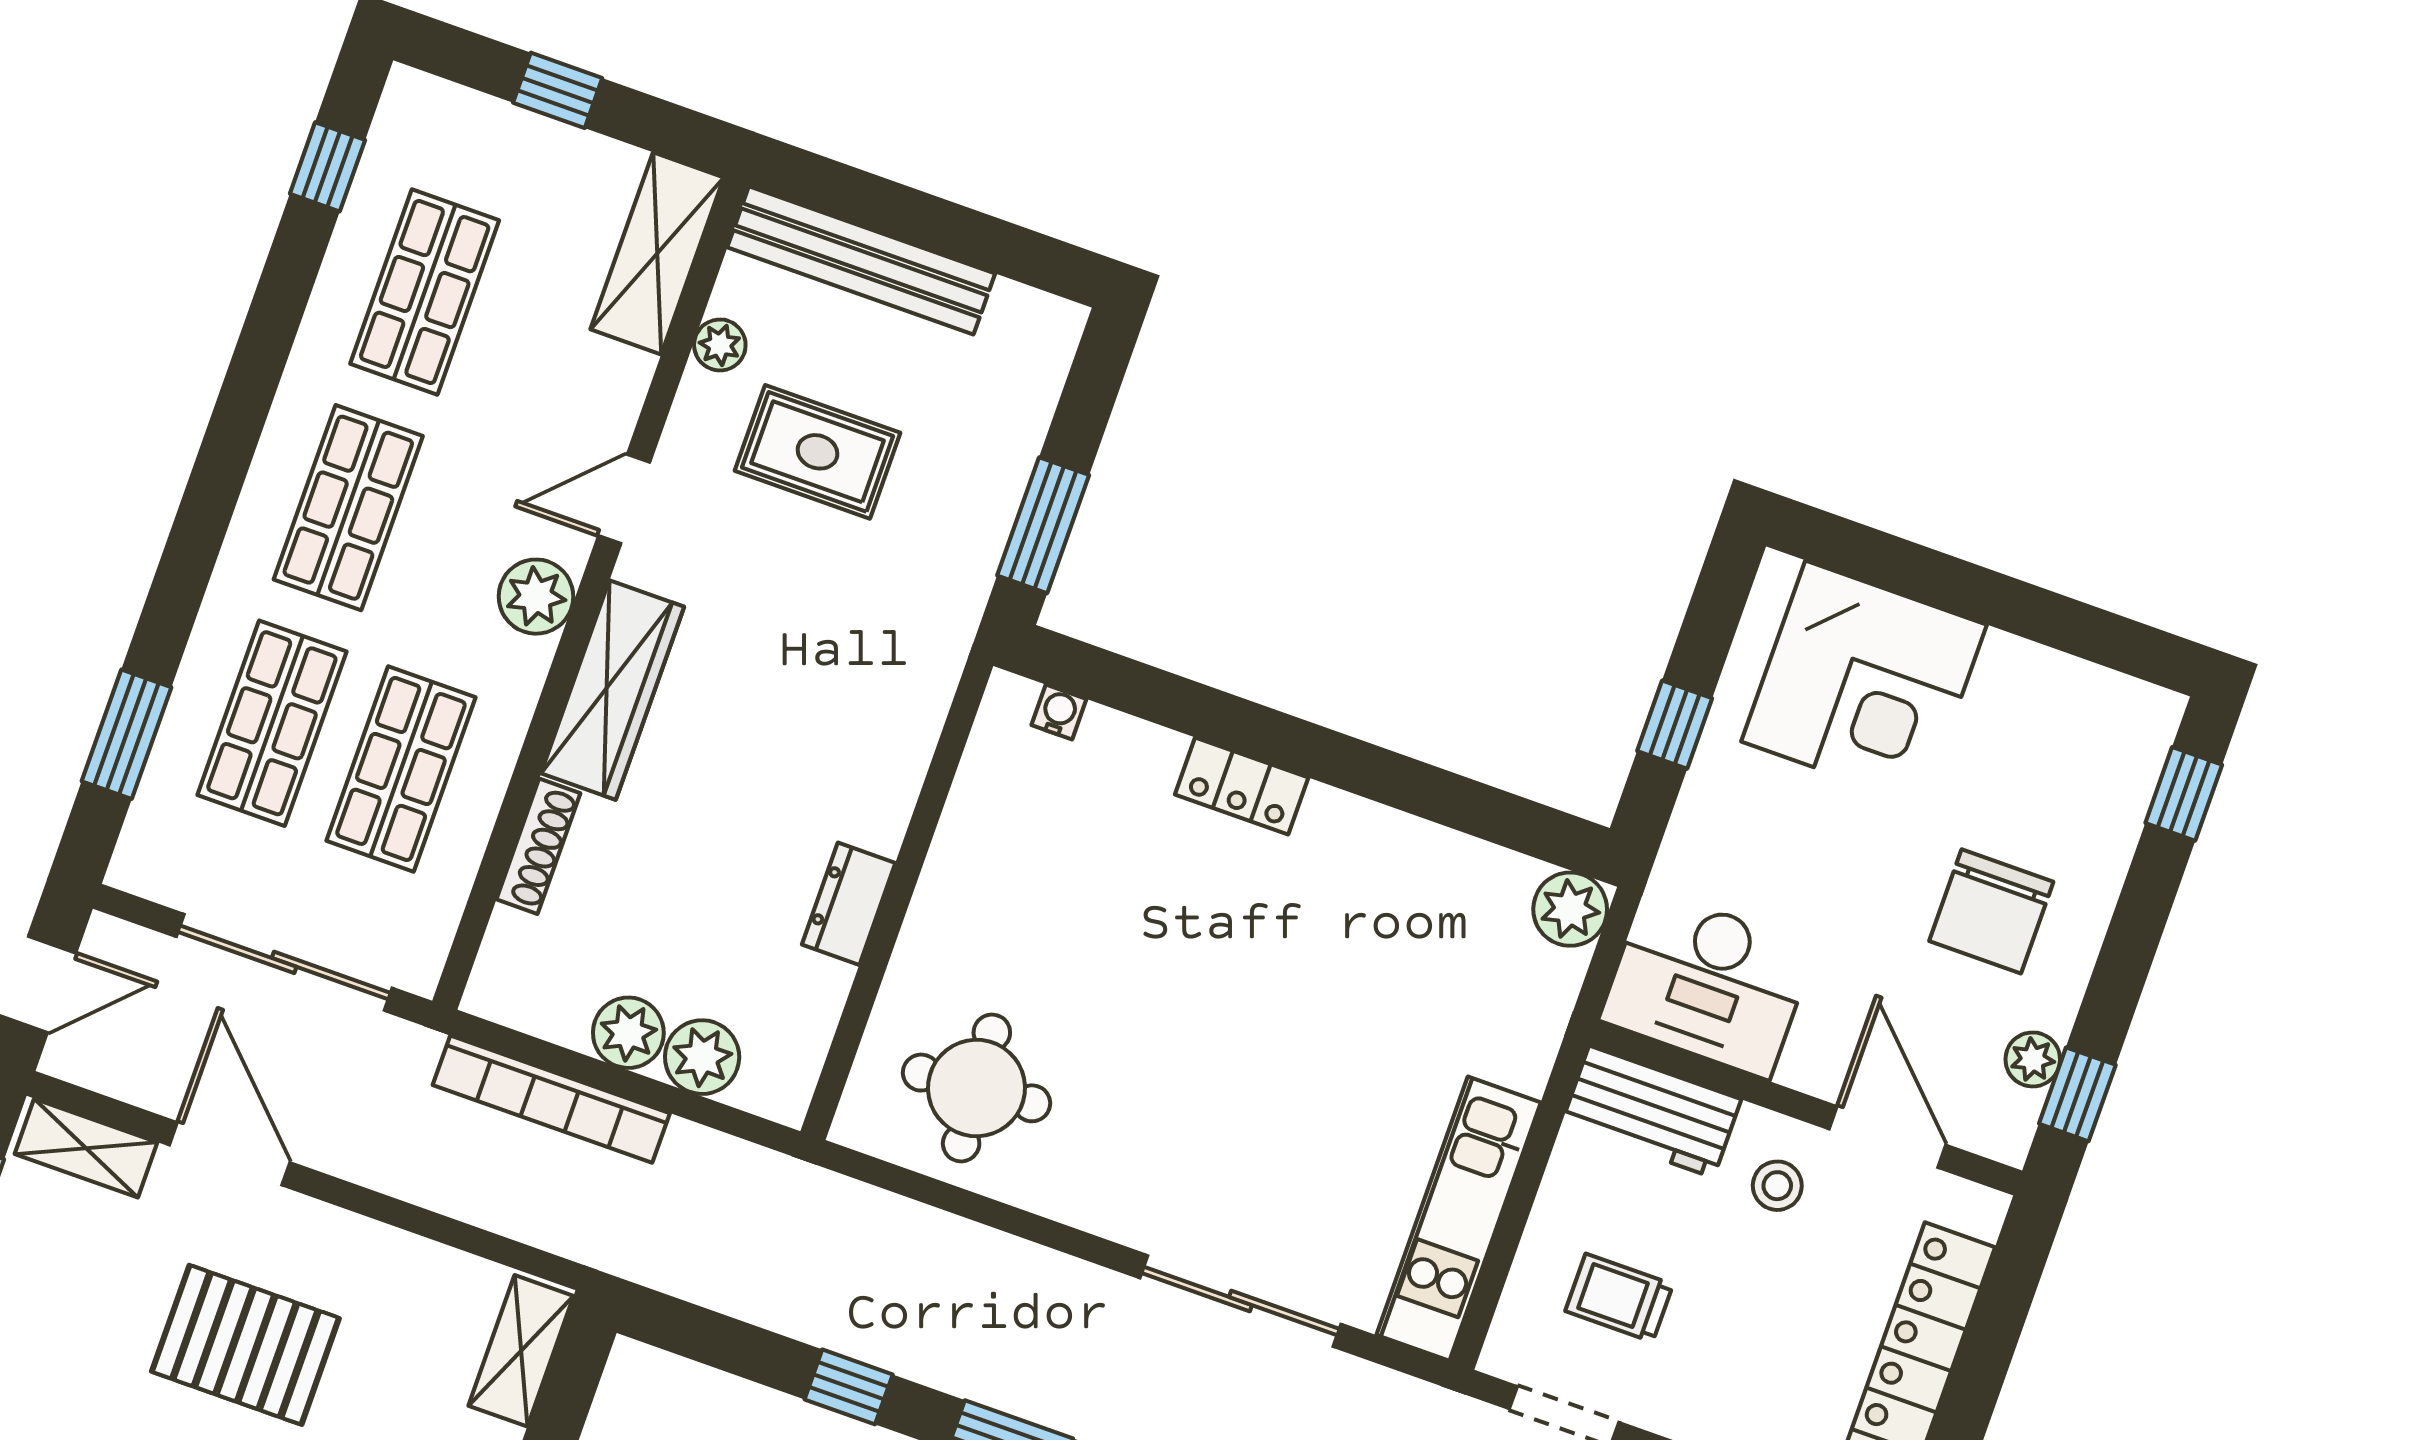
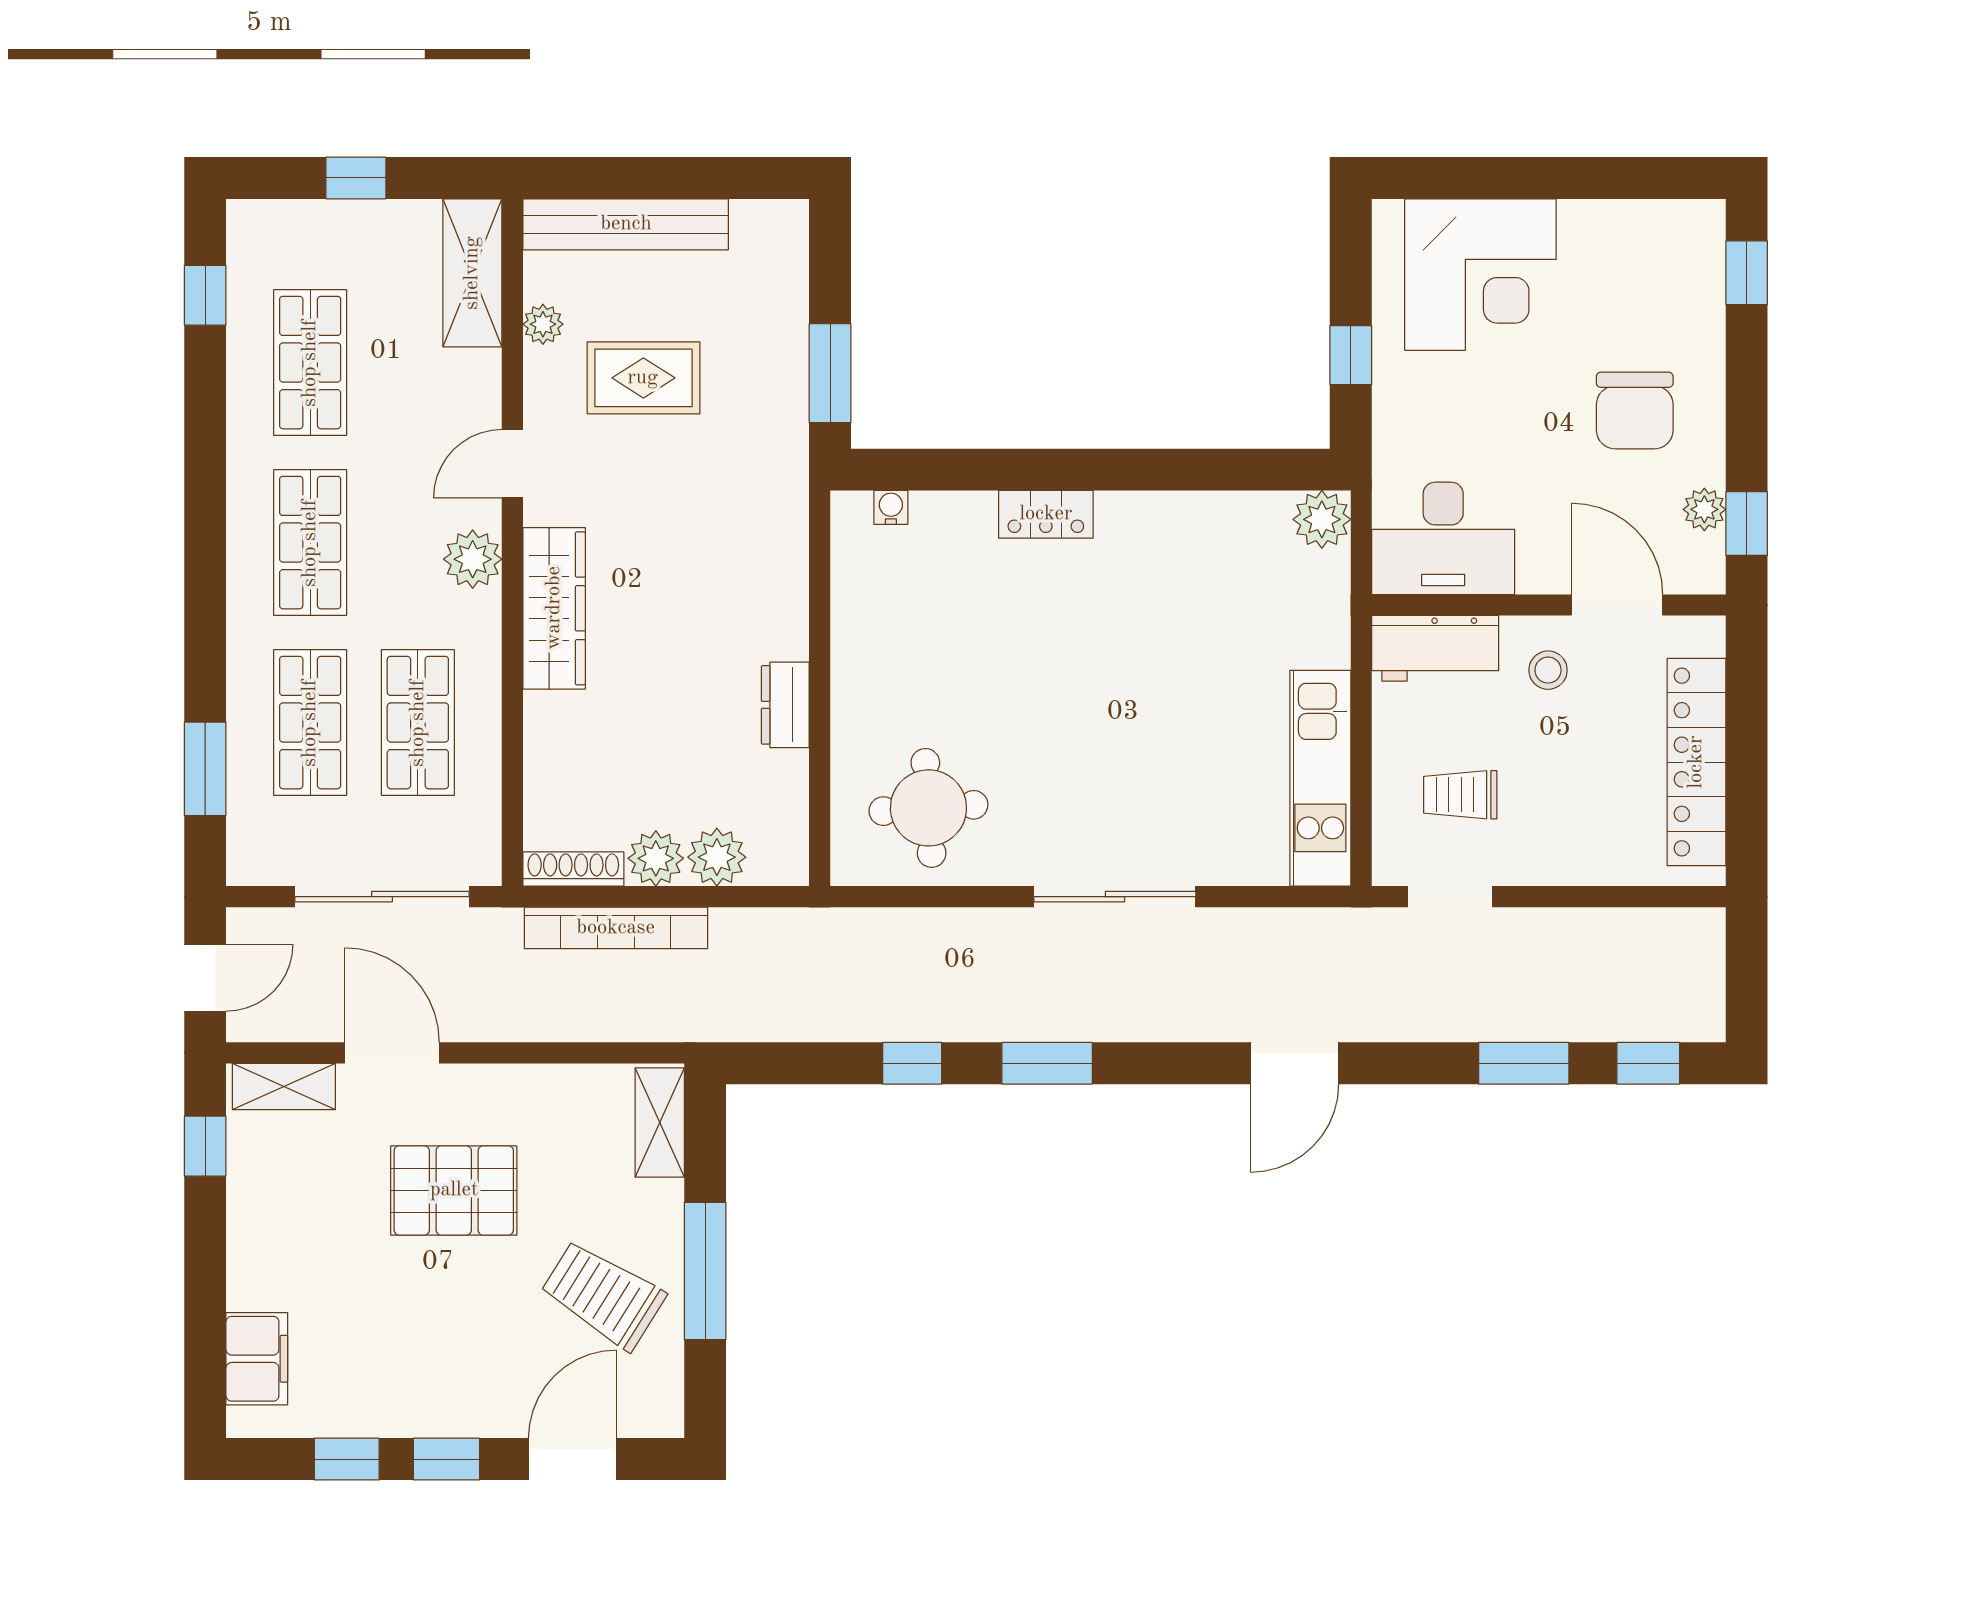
shoe rack: (538, 846) -> (573, 869), moved, turned -90
sliding door: (1241, 1301) -> (1115, 897), moved

